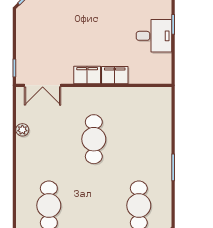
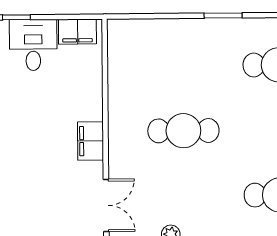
filing cabinet: (115, 75) -> (77, 32), moved, turned -90

